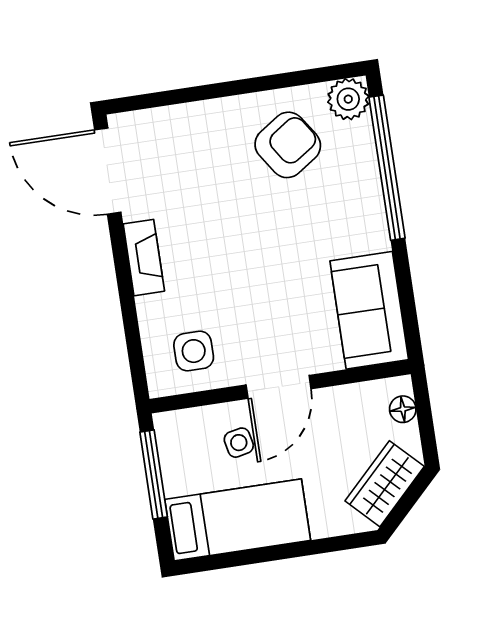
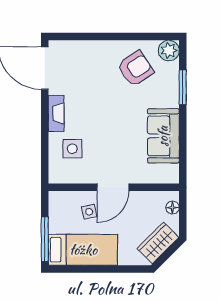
window: (387, 168) -> (183, 87), width x0.47
sofa: (369, 310) -> (163, 136), moved
side table: (194, 351) -> (72, 149), moved
window: (154, 474) -> (45, 239), moved

